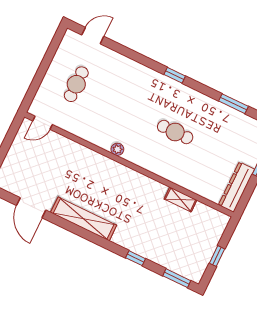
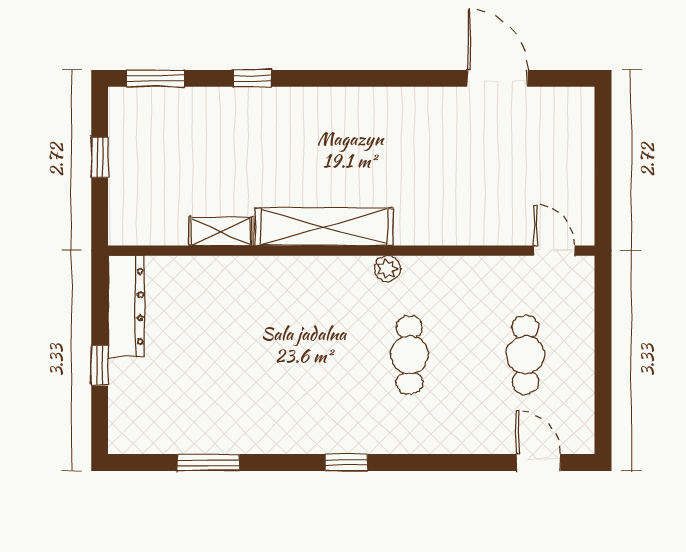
door: (93, 36) -> (538, 462), swing flipped
door: (42, 123) -> (554, 251), hinge flipped
cafe table: (175, 132) -> (409, 355), moved, turned 90
shelving: (84, 219) -> (324, 227), moved

